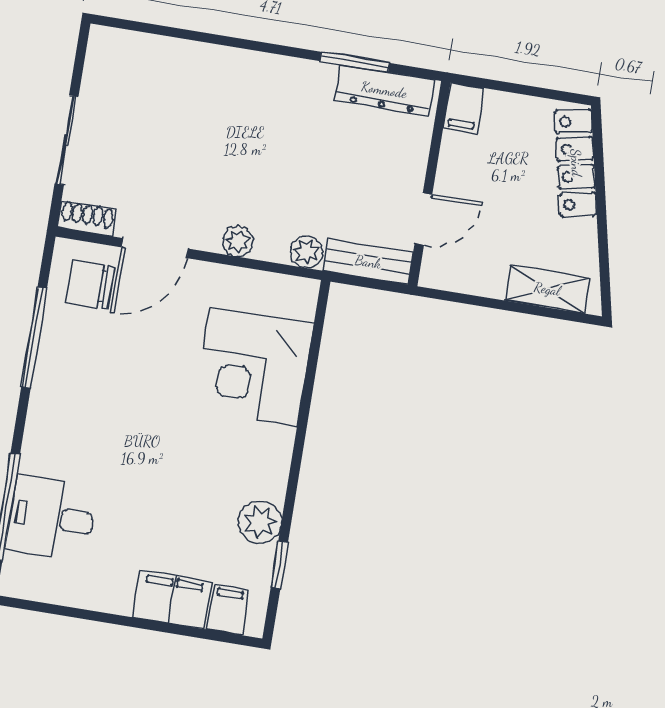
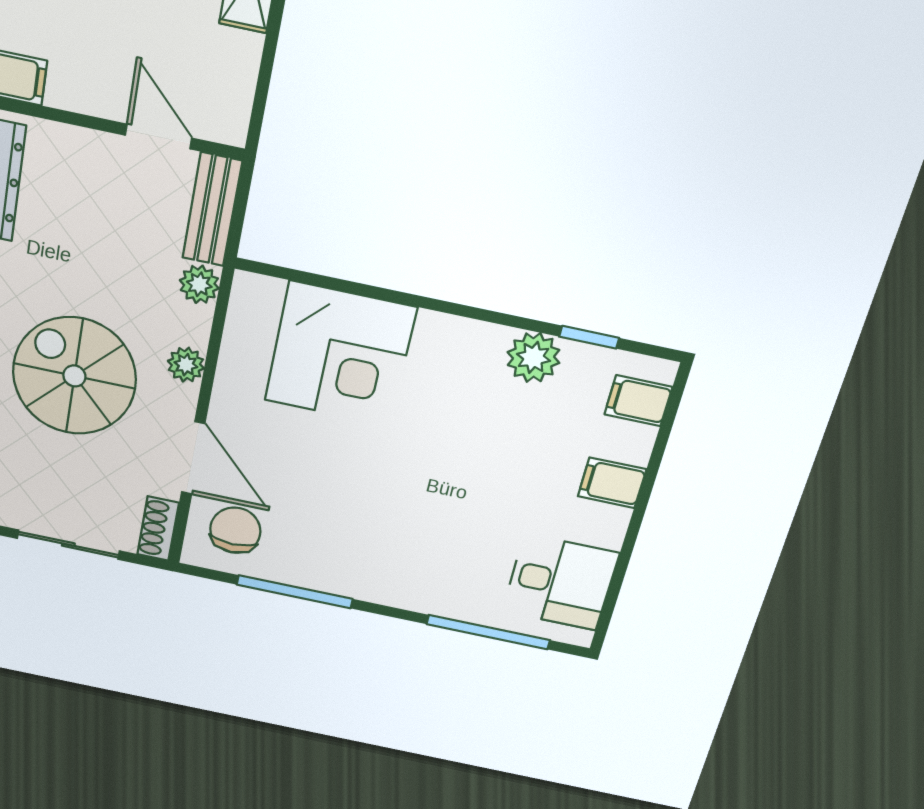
spiral stairs: (222, 149) -> (74, 376), added
chair: (90, 285) -> (235, 530), turned 180
desk: (51, 518) -> (560, 582), moved, turned -90
filing cabinet: (172, 600) -> (612, 483), width x0.50

